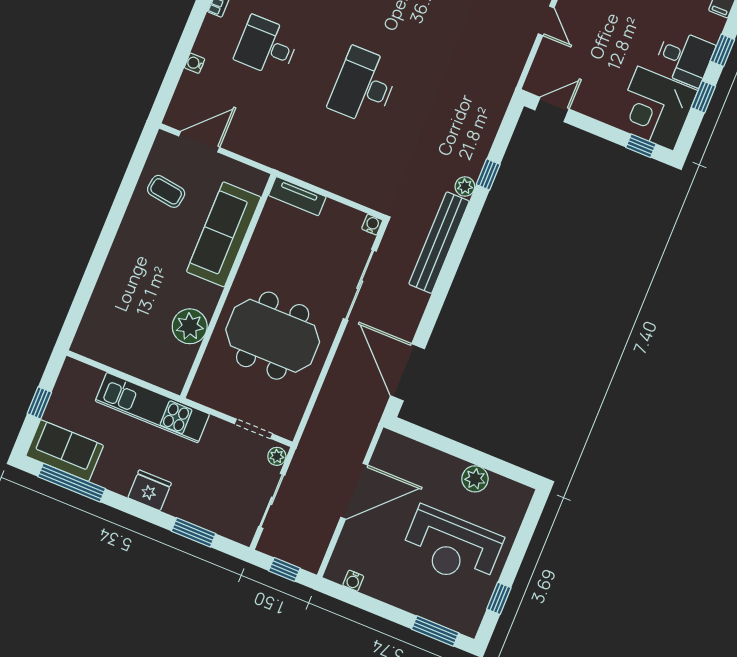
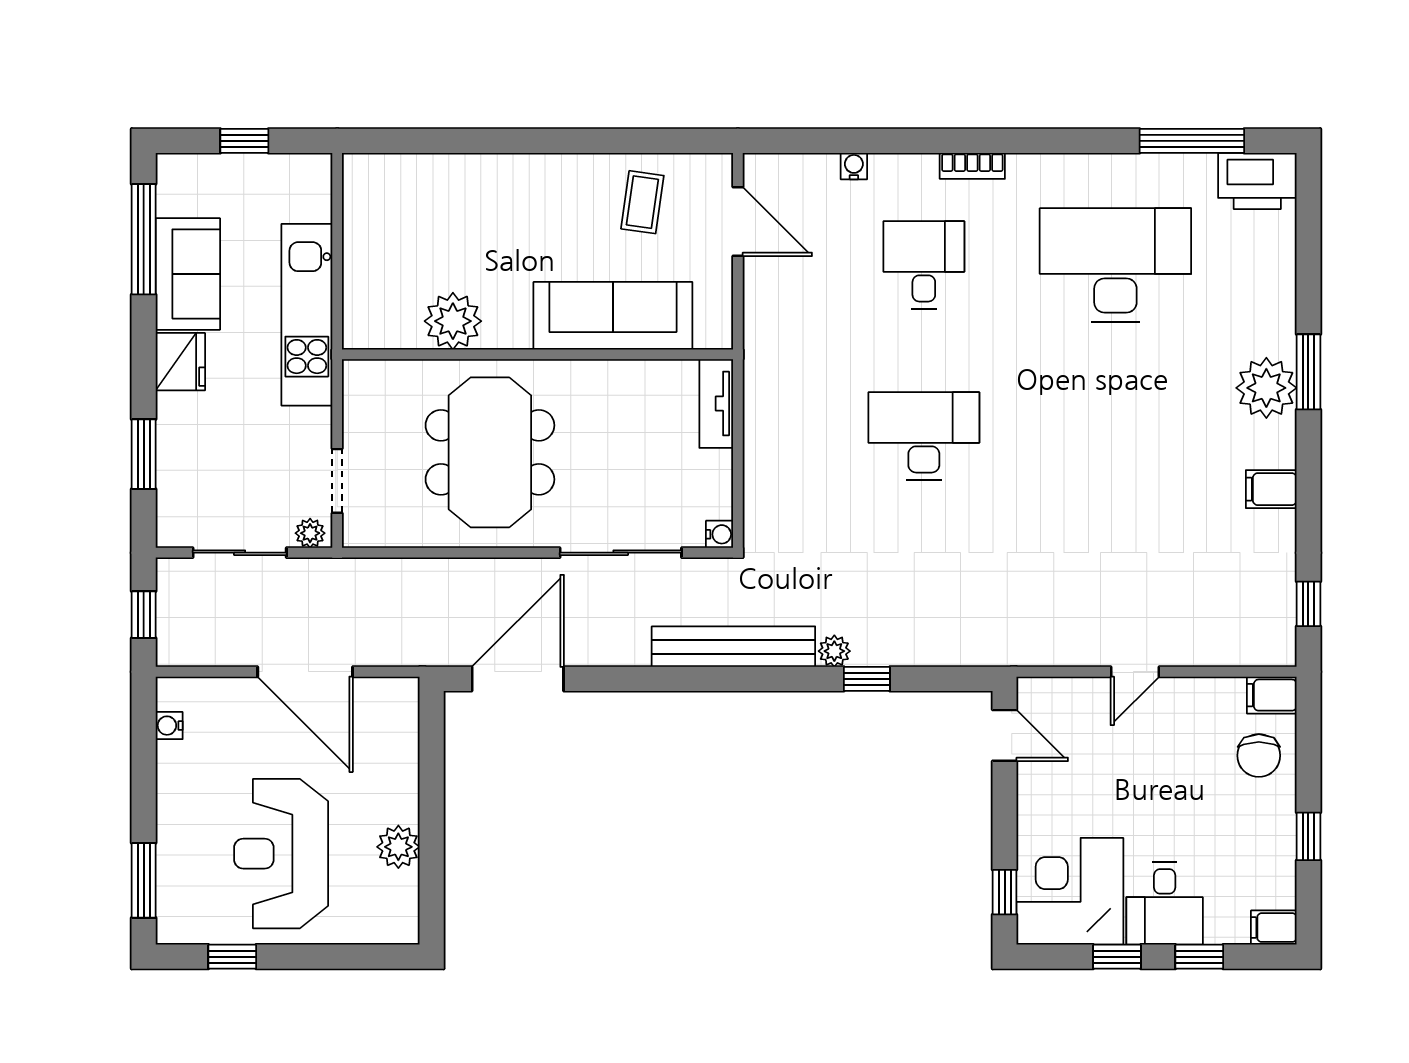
sofa: (65, 451) -> (188, 274), moved

